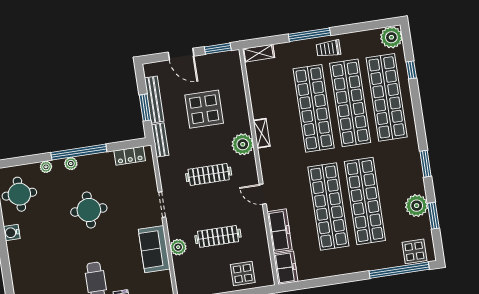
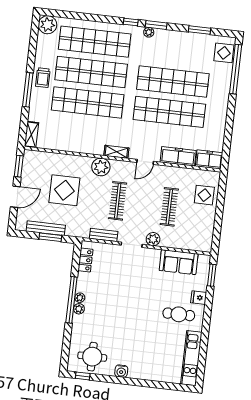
window: (411, 70) -> (131, 22), moved
shelving: (262, 133) -> (116, 152), moved
bench: (160, 140) -> (104, 235), moved
plant: (46, 167) -> (80, 298), moved
plant: (417, 206) -> (149, 32), moved, width x0.53, depth x0.53
round table: (89, 210) -> (120, 304), removed
plant: (178, 247) -> (153, 239), moved
sofa: (154, 249) -> (179, 262), moved

